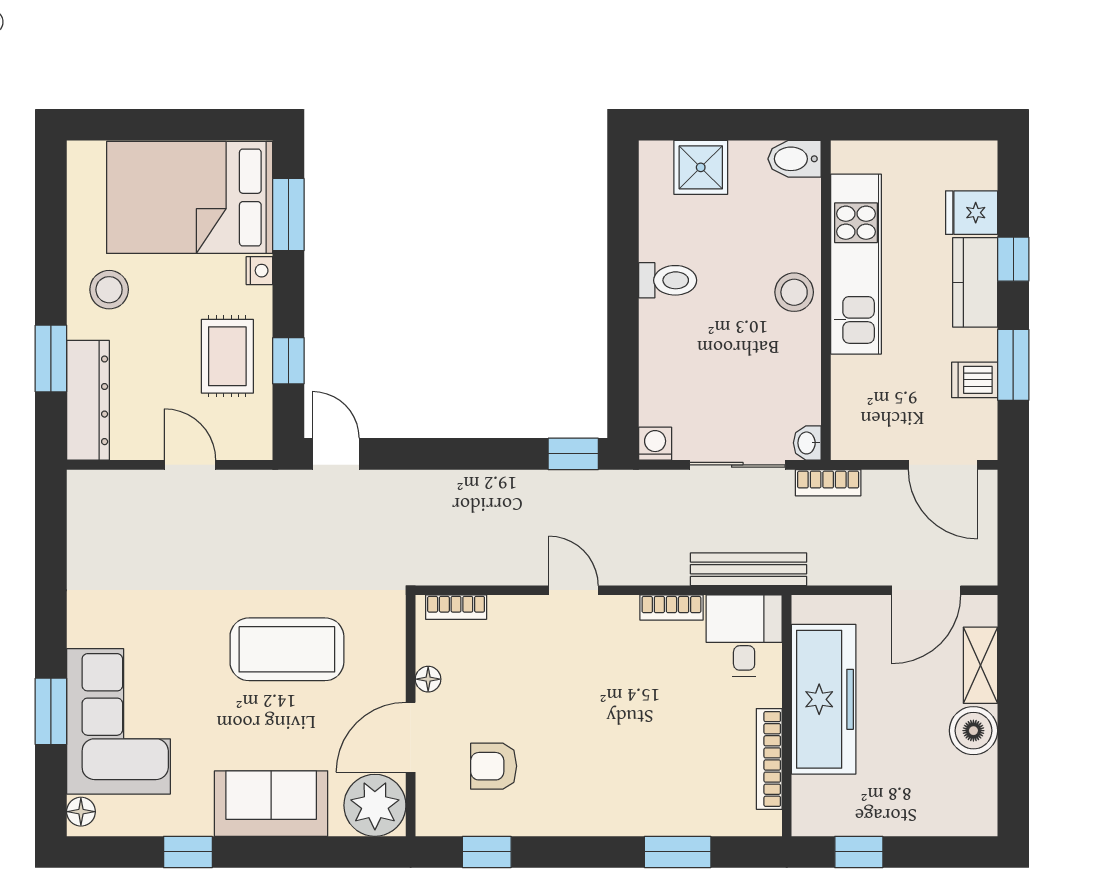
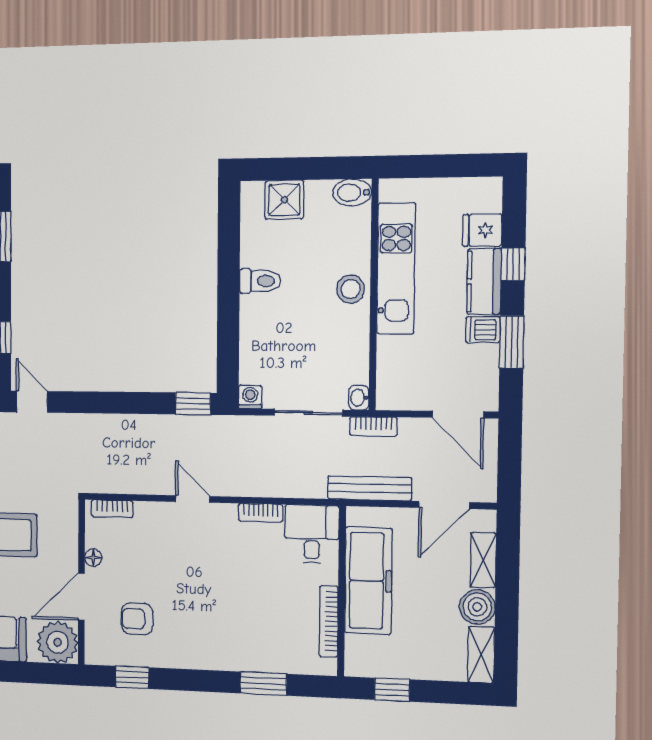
dishwasher: (975, 380) -> (483, 330), moved
bench: (749, 569) -> (370, 488), moved
shelving: (980, 797) -> (481, 655), added

